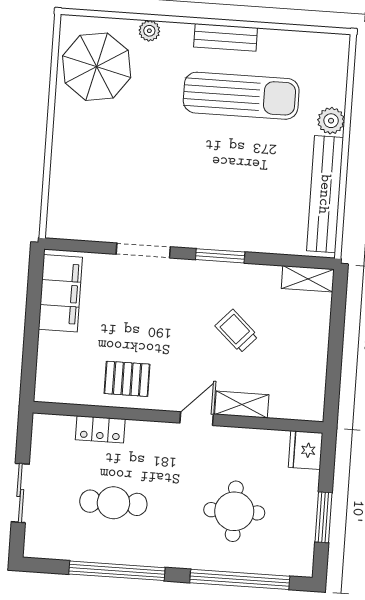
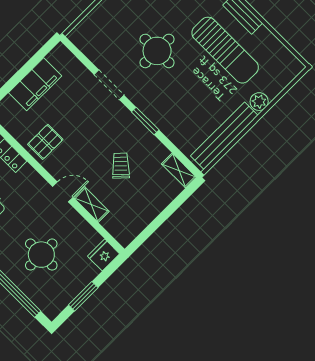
round table: (164, 164) -> (157, 51), added
filing cabinet: (60, 293) -> (35, 84), moved
pallet: (127, 379) -> (45, 142), turned 90

